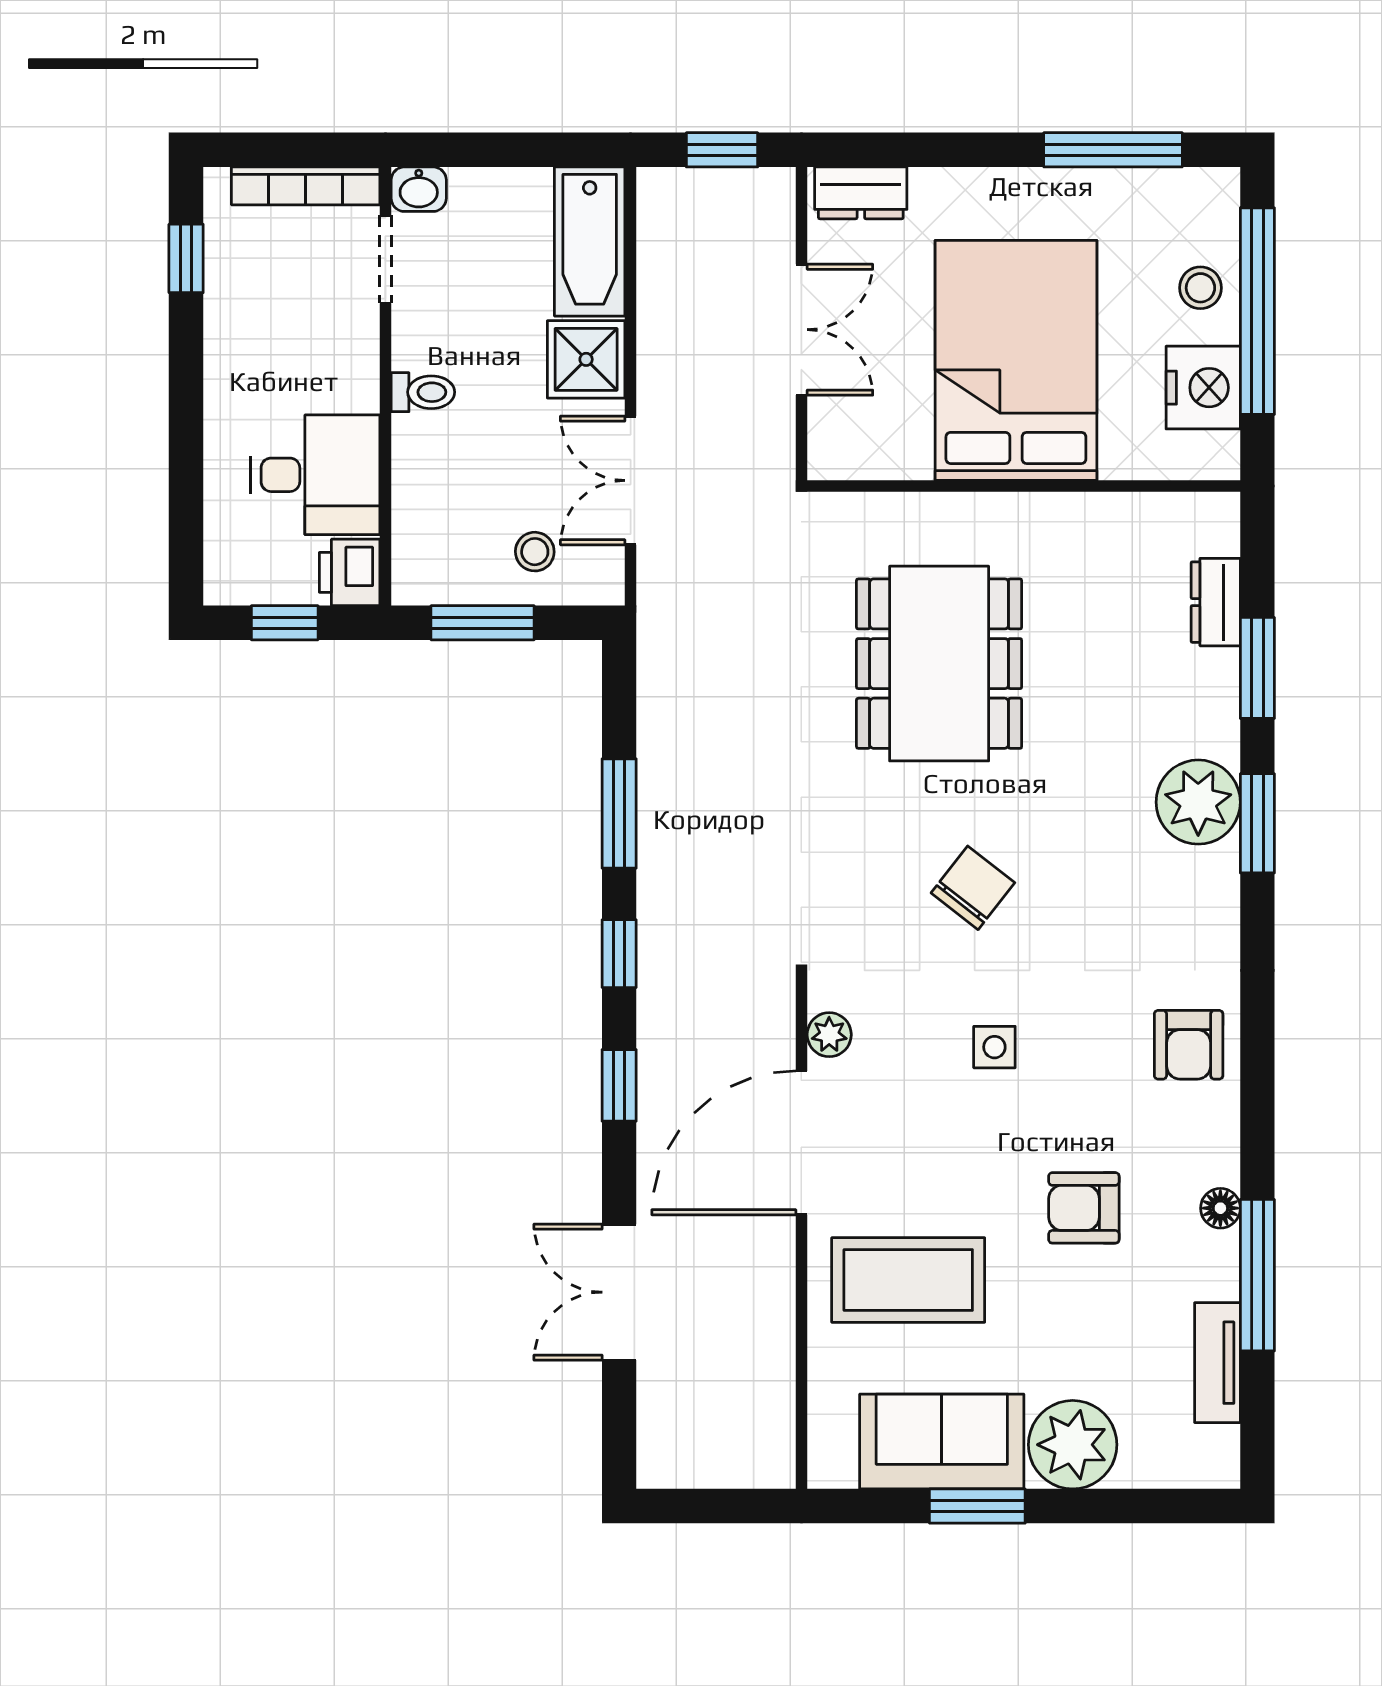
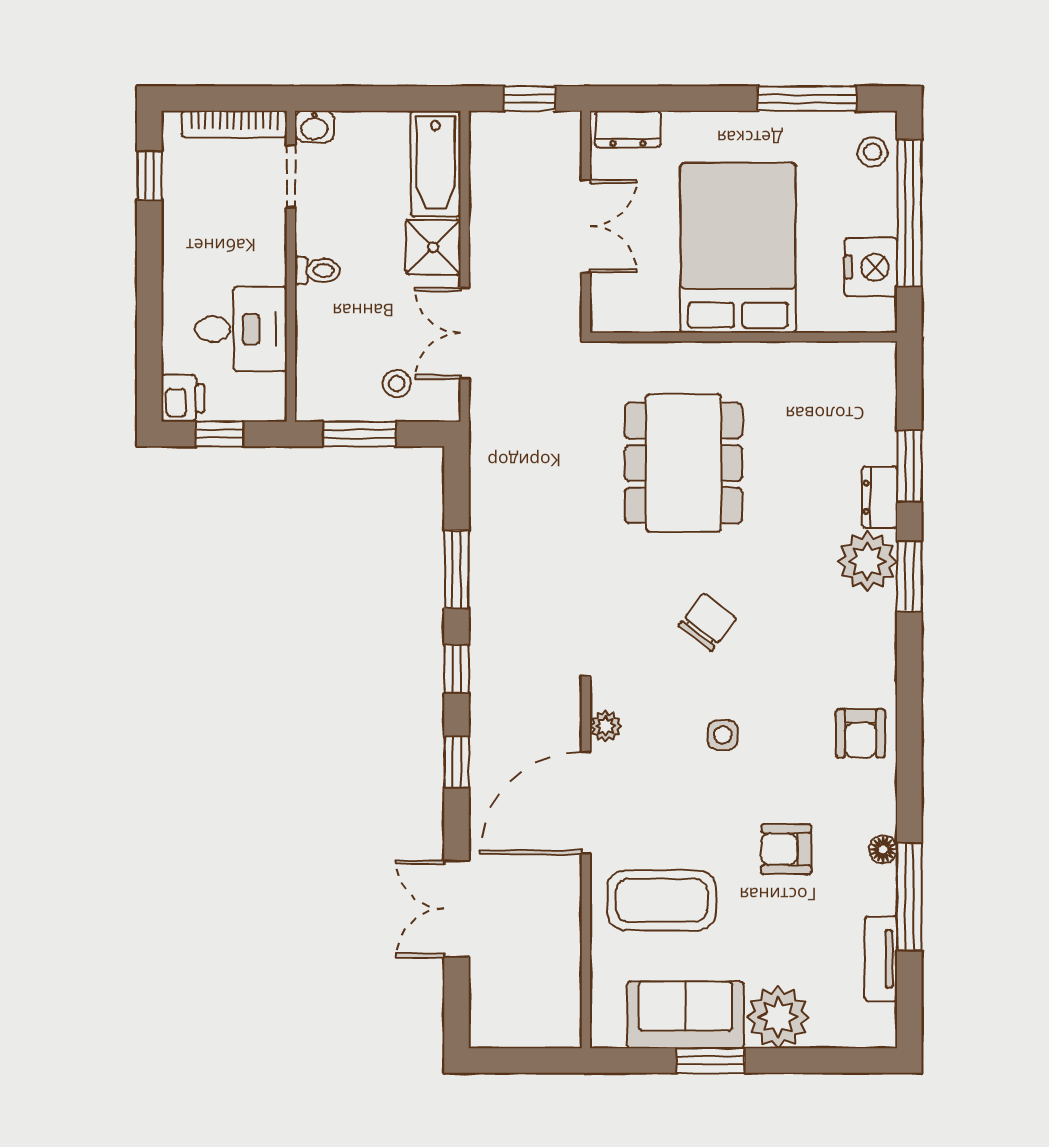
stool: (1200, 288) -> (873, 152), moved
printer: (350, 572) -> (183, 398), moved, turned 180
dresser: (1216, 602) -> (880, 497), moved

